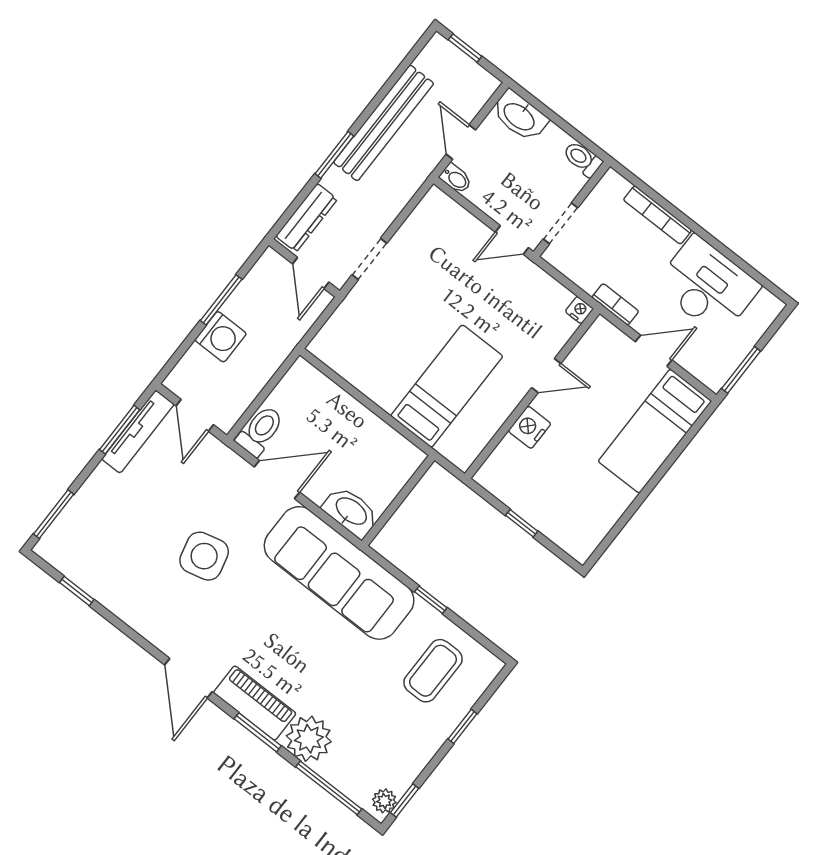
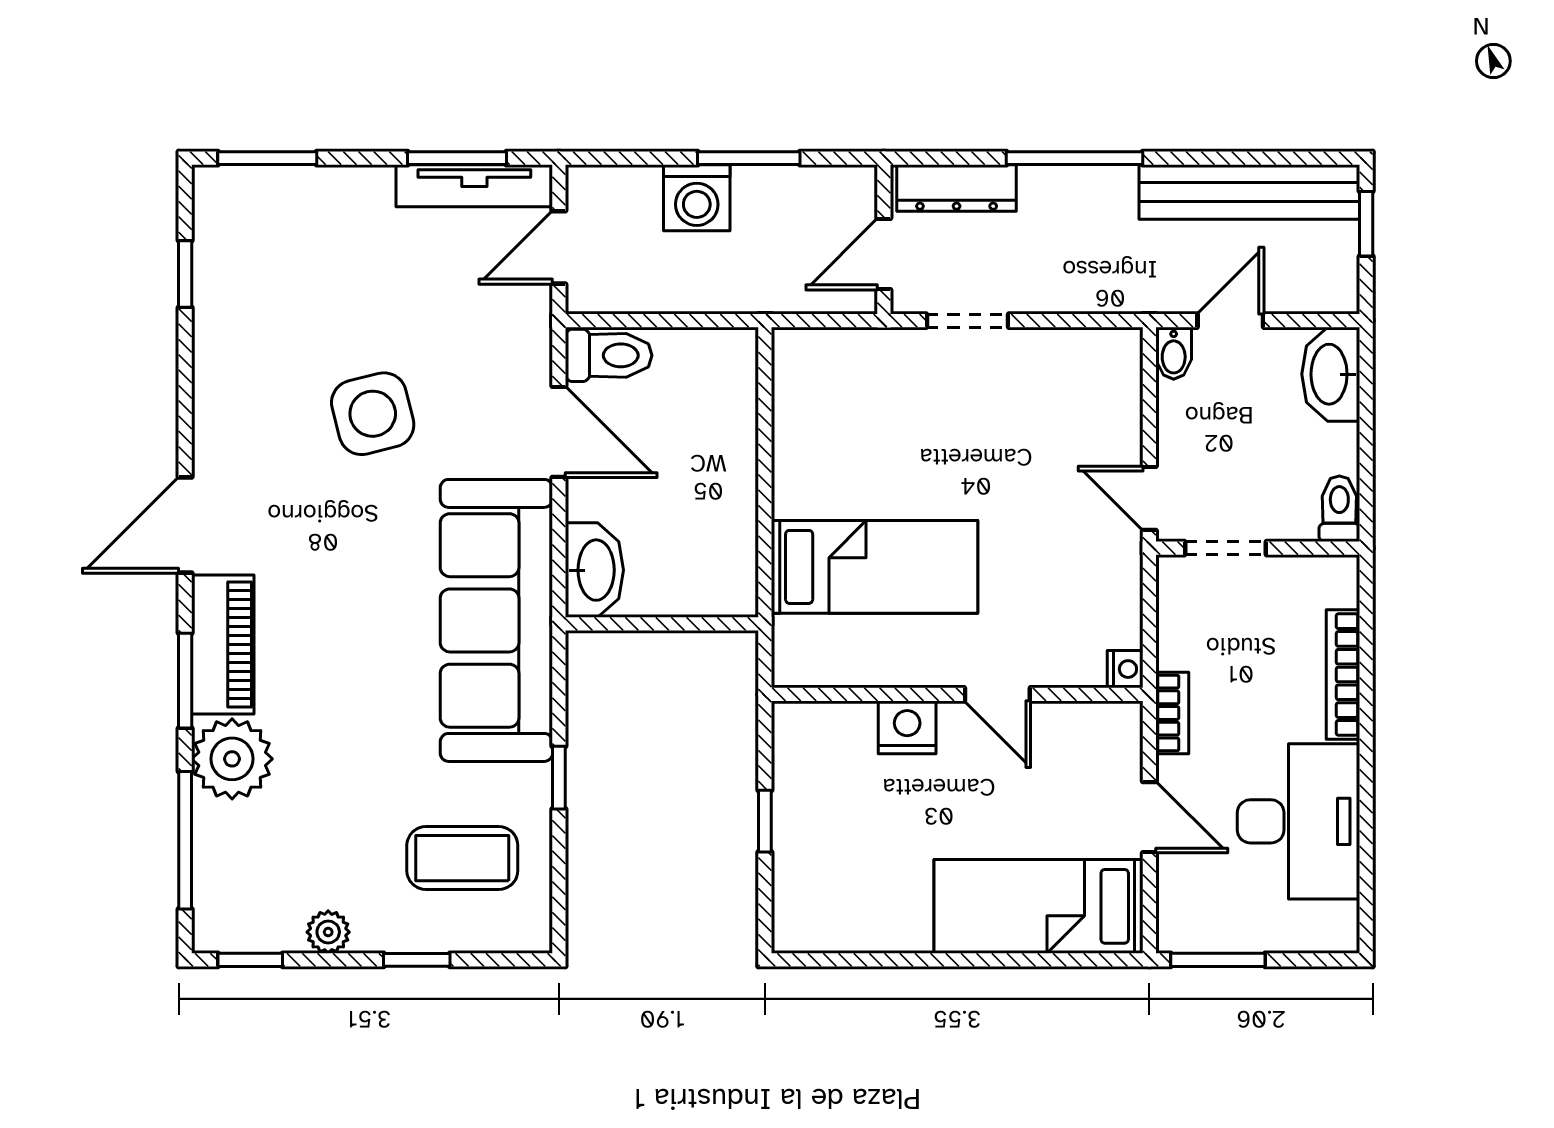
bench: (384, 123) -> (1249, 192), moved
window: (334, 155) -> (1075, 158), width x1.44
plant: (384, 801) -> (328, 932), moved

